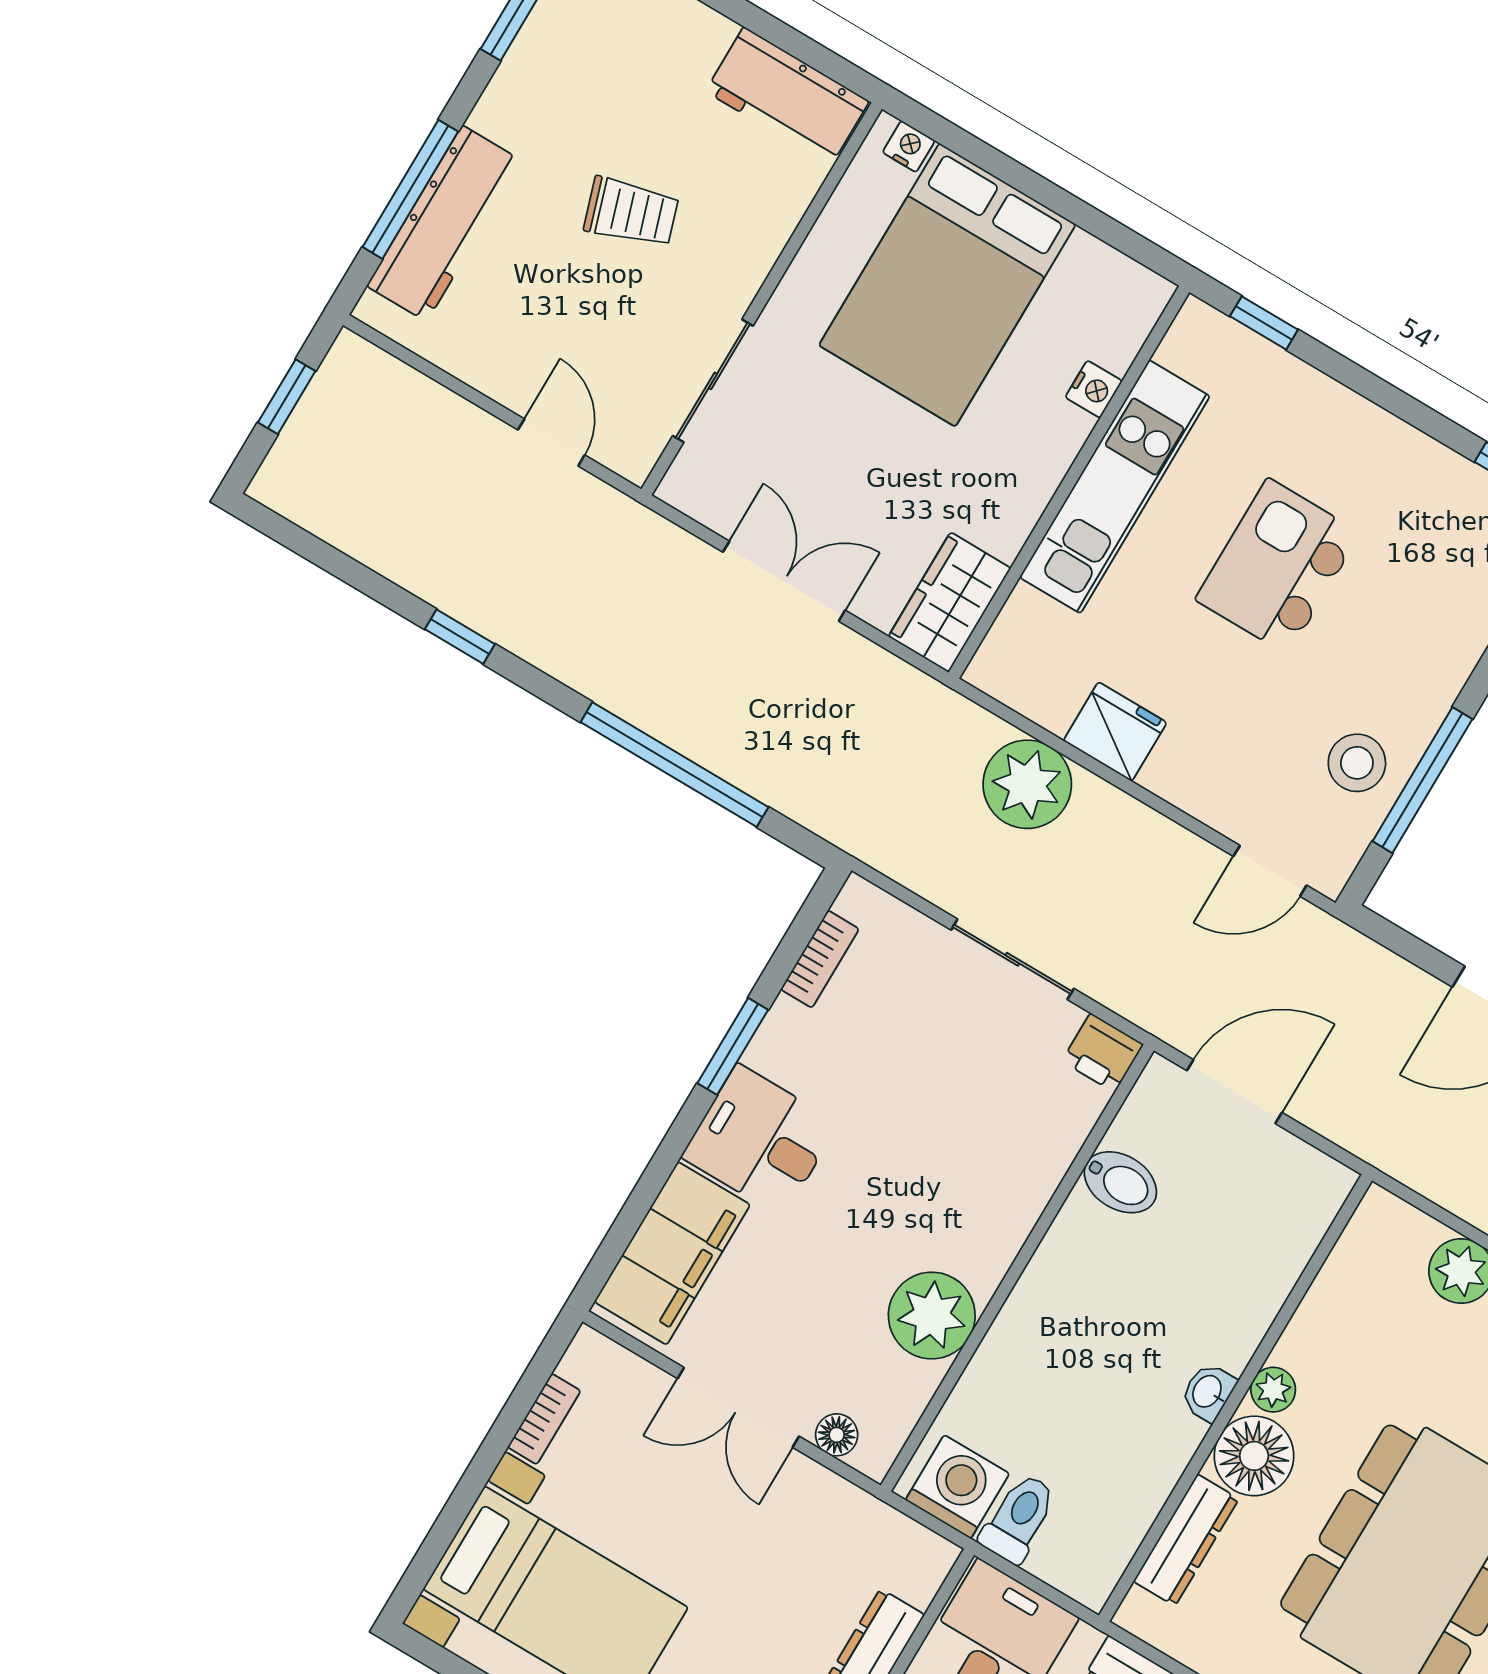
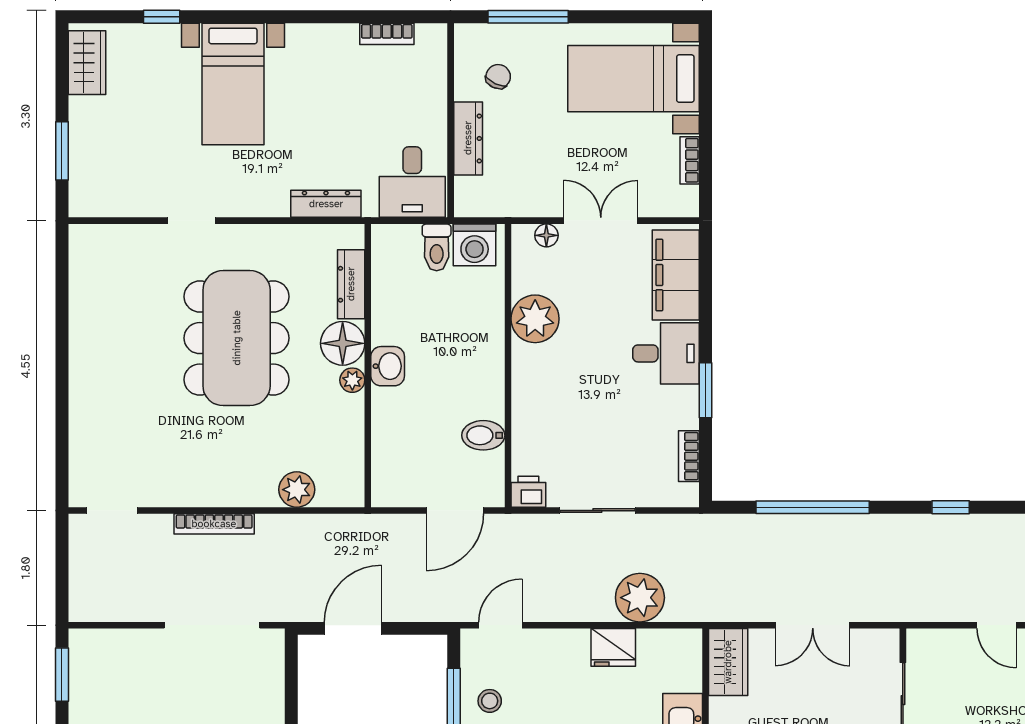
door: (551, 442) -> (996, 625), moved
stool: (1357, 763) -> (490, 701), width x0.73, depth x0.73
washbasin: (1208, 1392) -> (388, 366), width x1.38, depth x1.45

